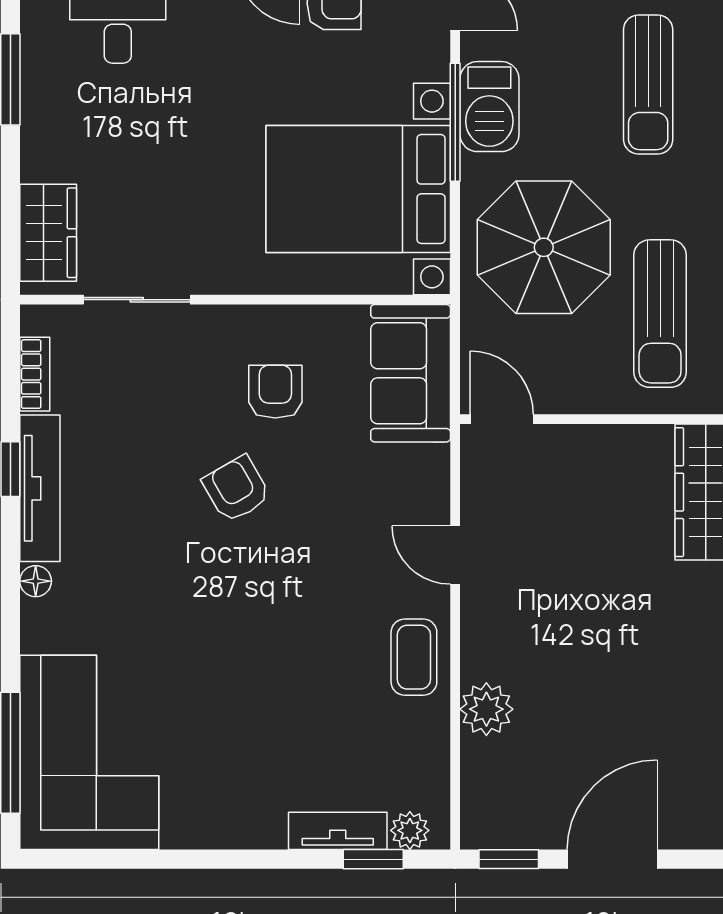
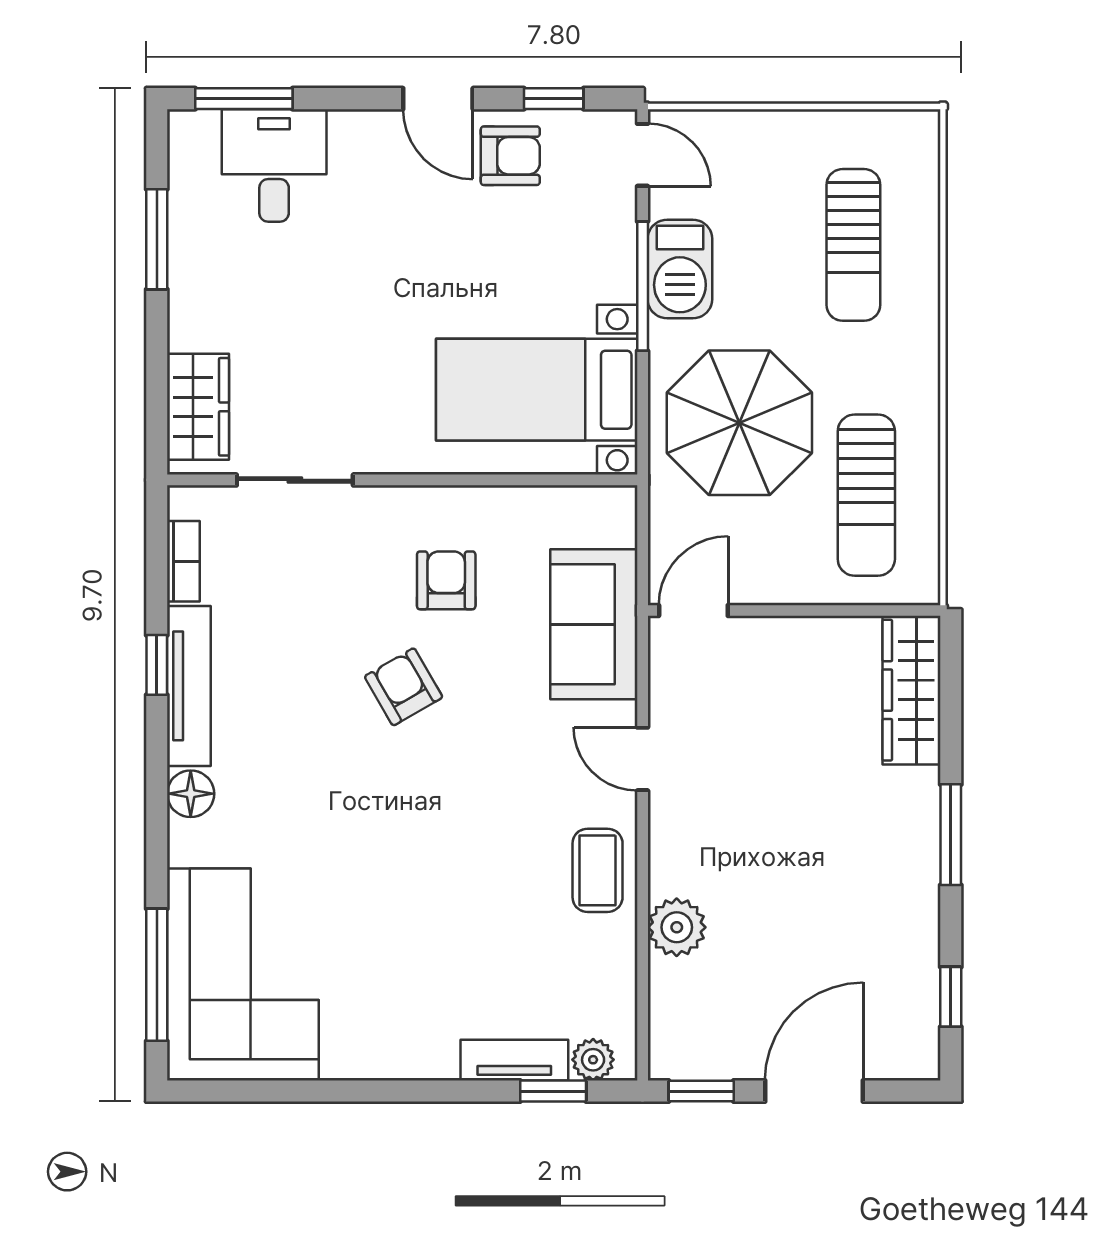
bed with nightstands: (358, 189) -> (537, 390), width x0.73
sofa: (411, 373) -> (594, 624), moved
door: (502, 419) -> (693, 611), hinge flipped
floor lamp: (36, 581) -> (191, 794), width x1.37, depth x1.37

